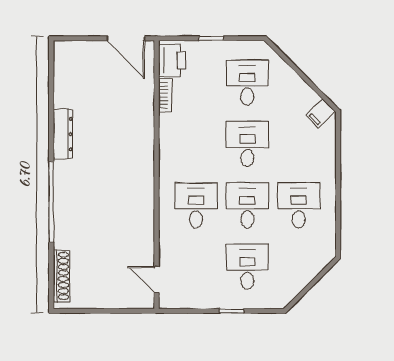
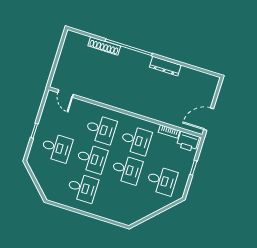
filing cabinet: (321, 113) -> (131, 217), removed
desk: (196, 144) -> (136, 140), added
shoe rack: (61, 276) -> (104, 46), moved
door: (156, 280) -> (66, 93), swing flipped

